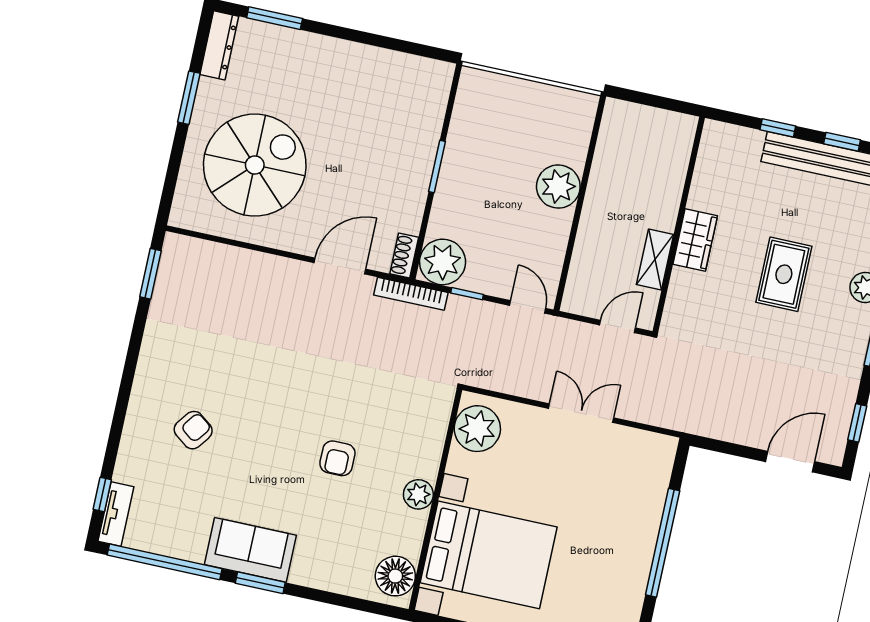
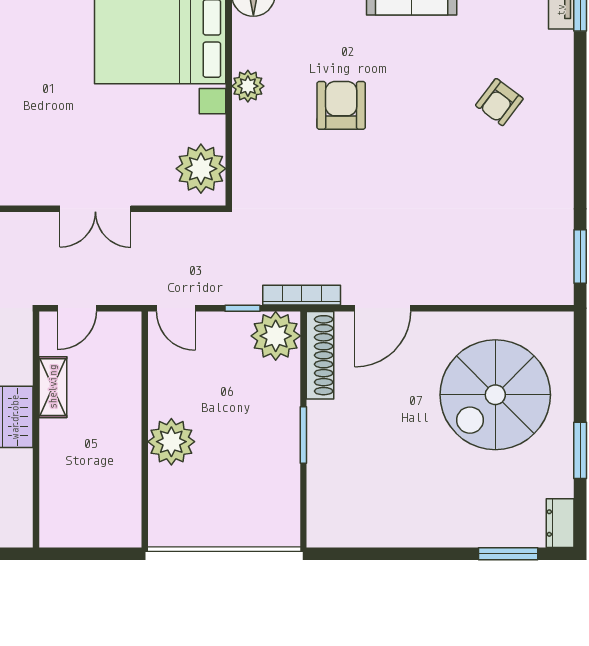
dresser: (219, 45) -> (560, 523), width x0.70
shoe rack: (404, 255) -> (320, 355), width x1.94, depth x1.24
armchair: (337, 458) -> (341, 105), width x1.38, depth x1.38

